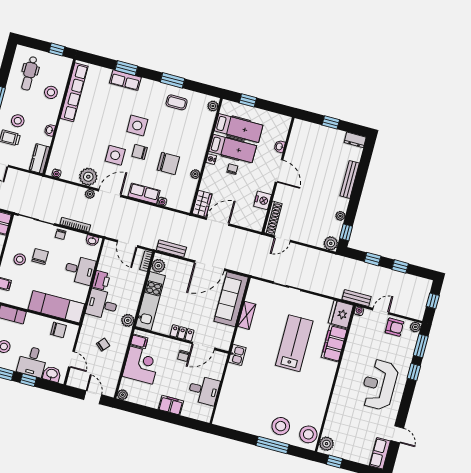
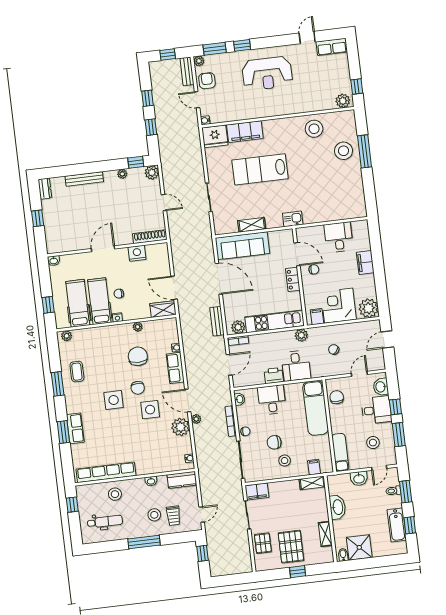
washbasin: (280, 147) -> (54, 261), moved
door: (282, 239) -> (164, 203), moved
bench: (357, 298) -> (187, 71), moved
plant: (122, 395) -> (369, 308), width x1.88, depth x1.88
stool: (308, 434) -> (314, 129), moved

